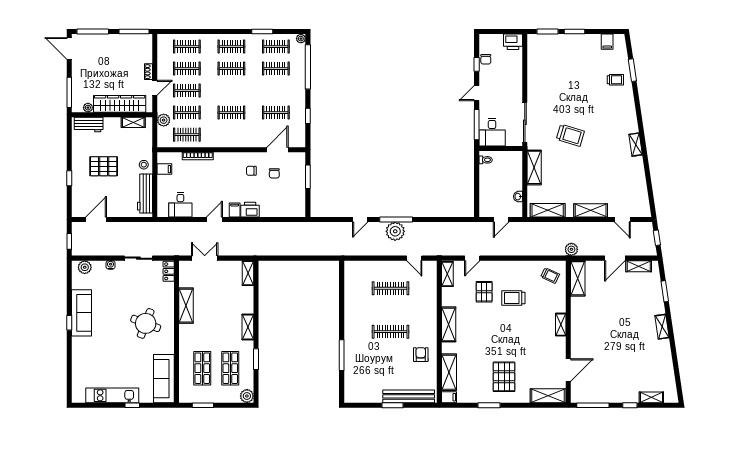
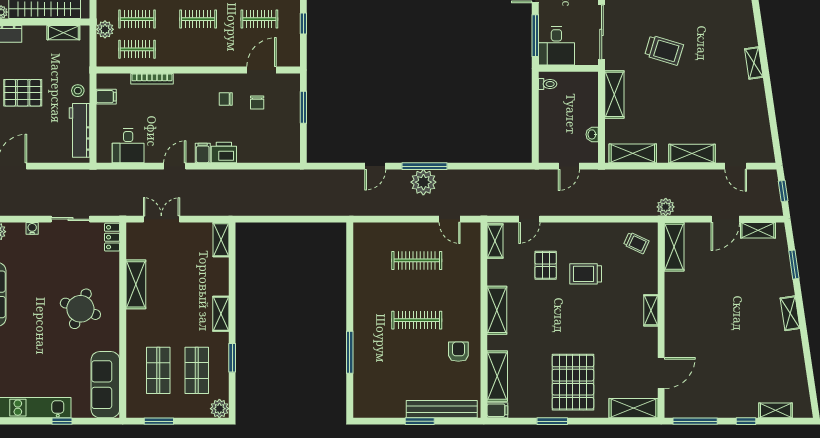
pallet: (504, 377) -> (573, 382), width x1.37, depth x1.41

